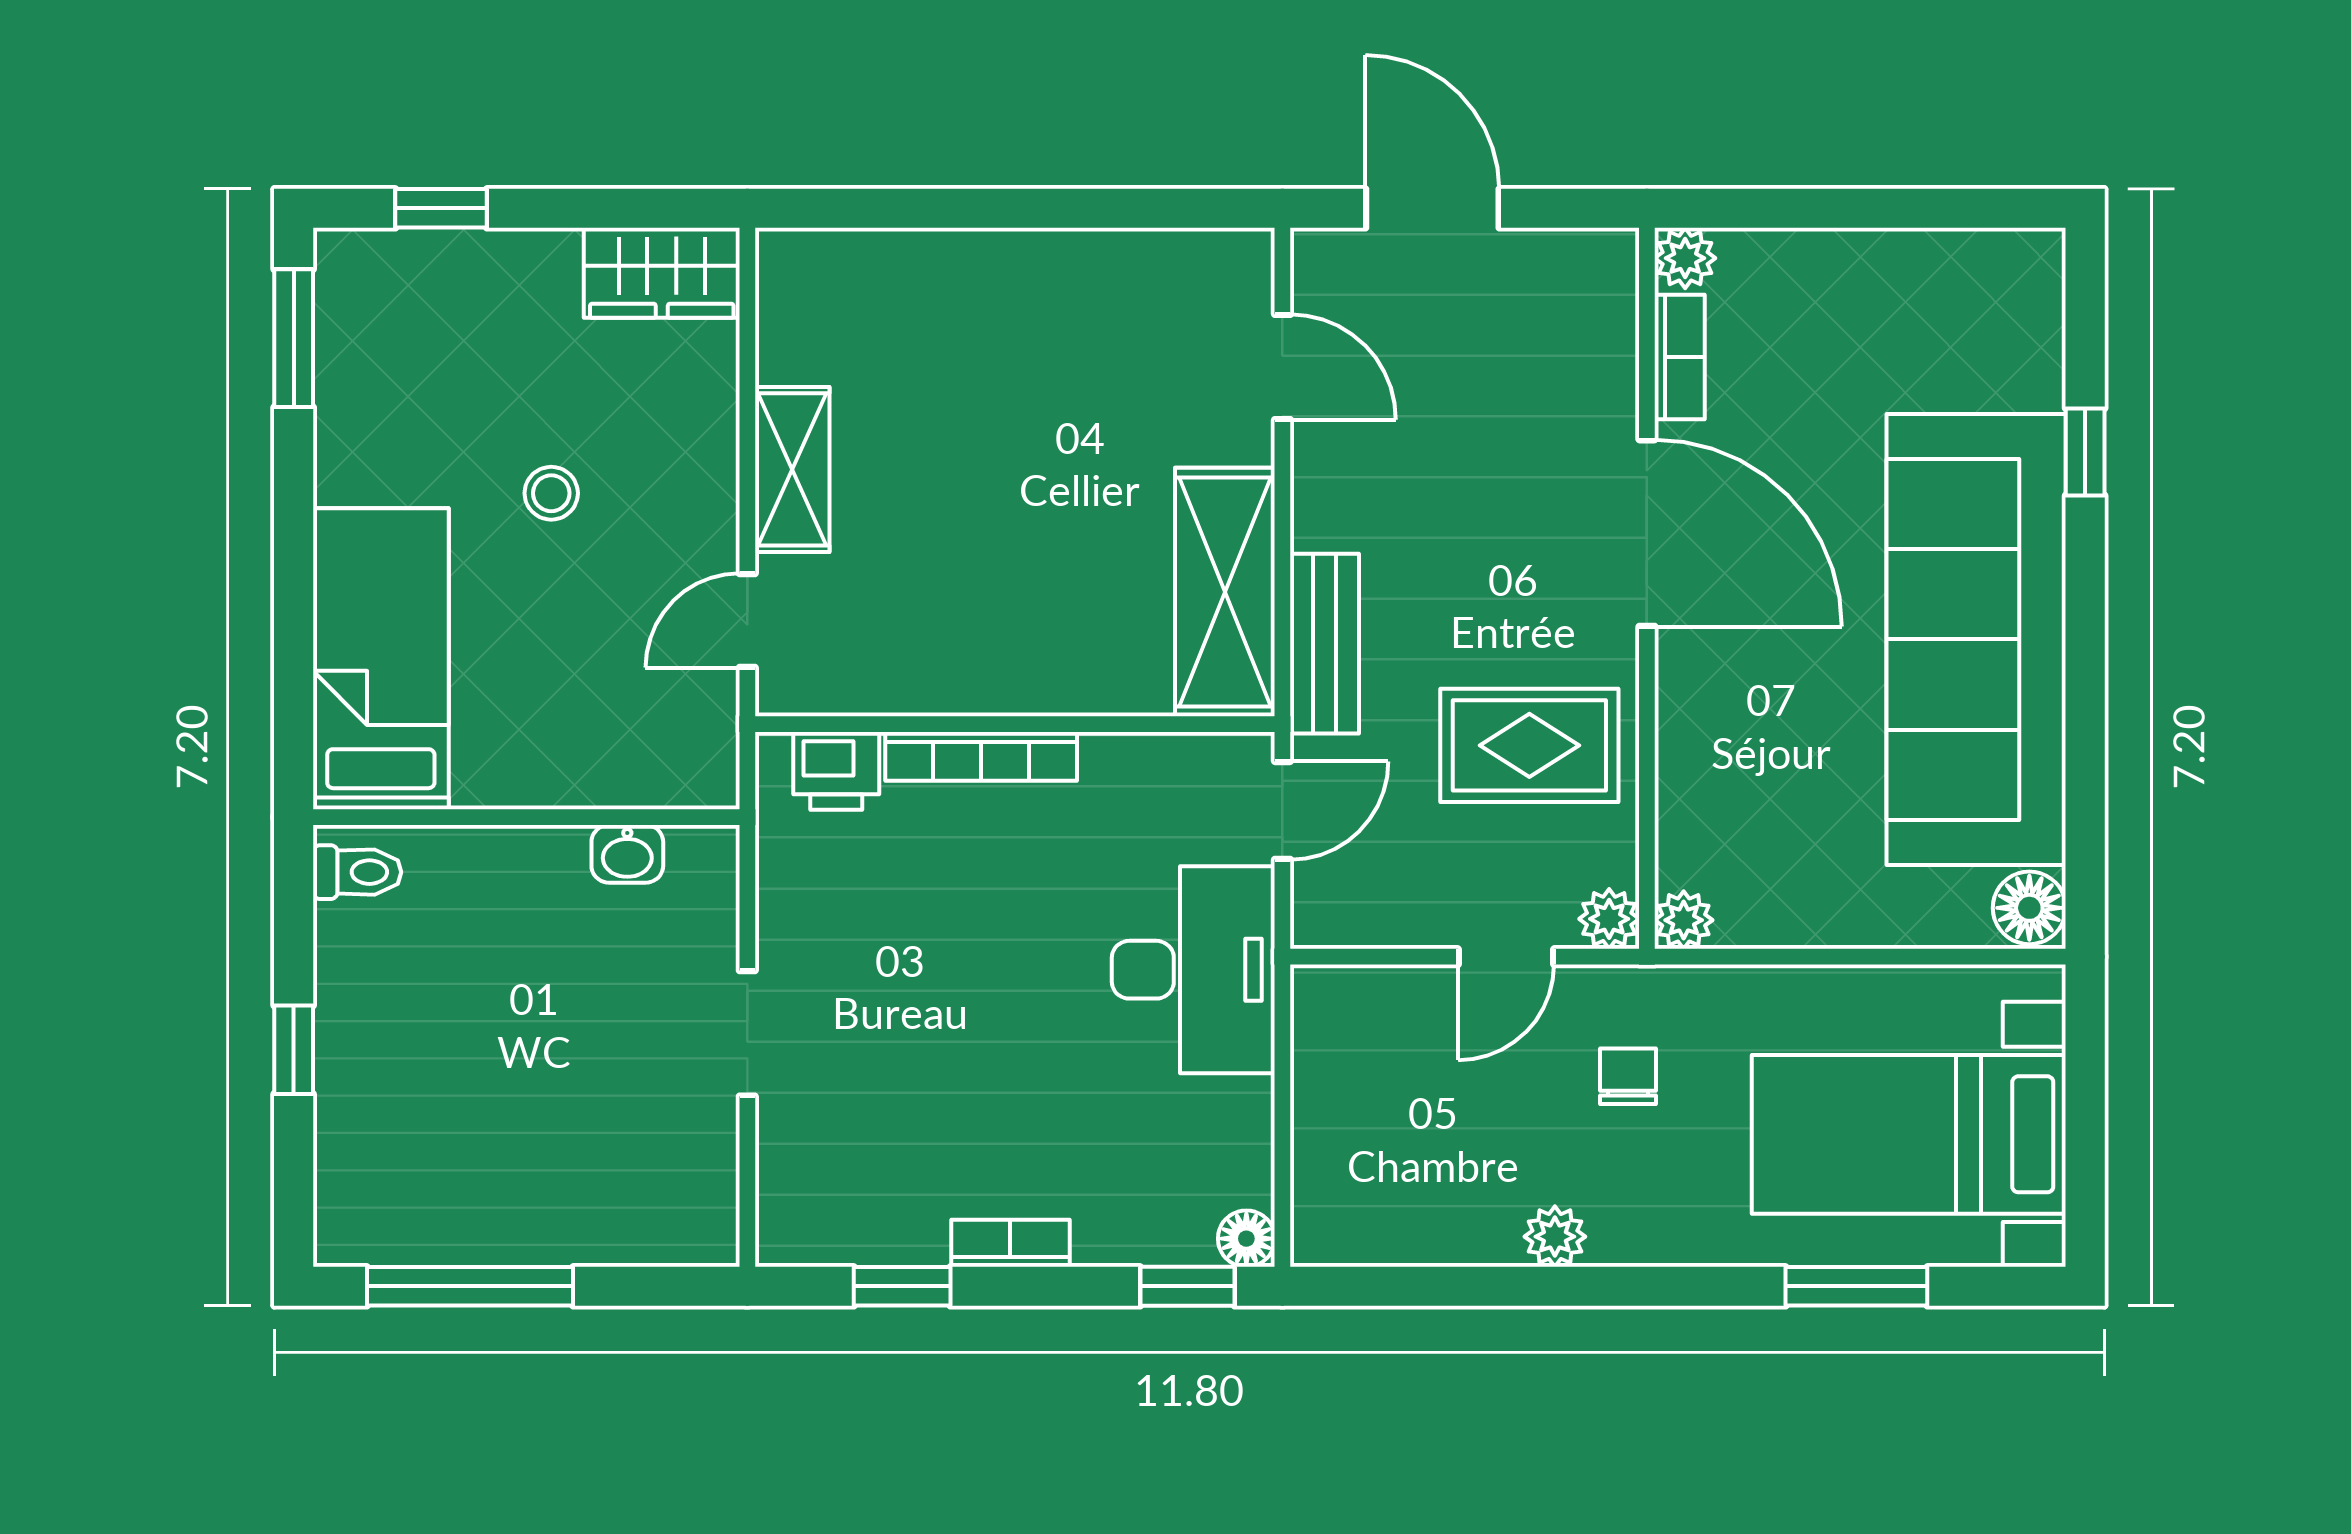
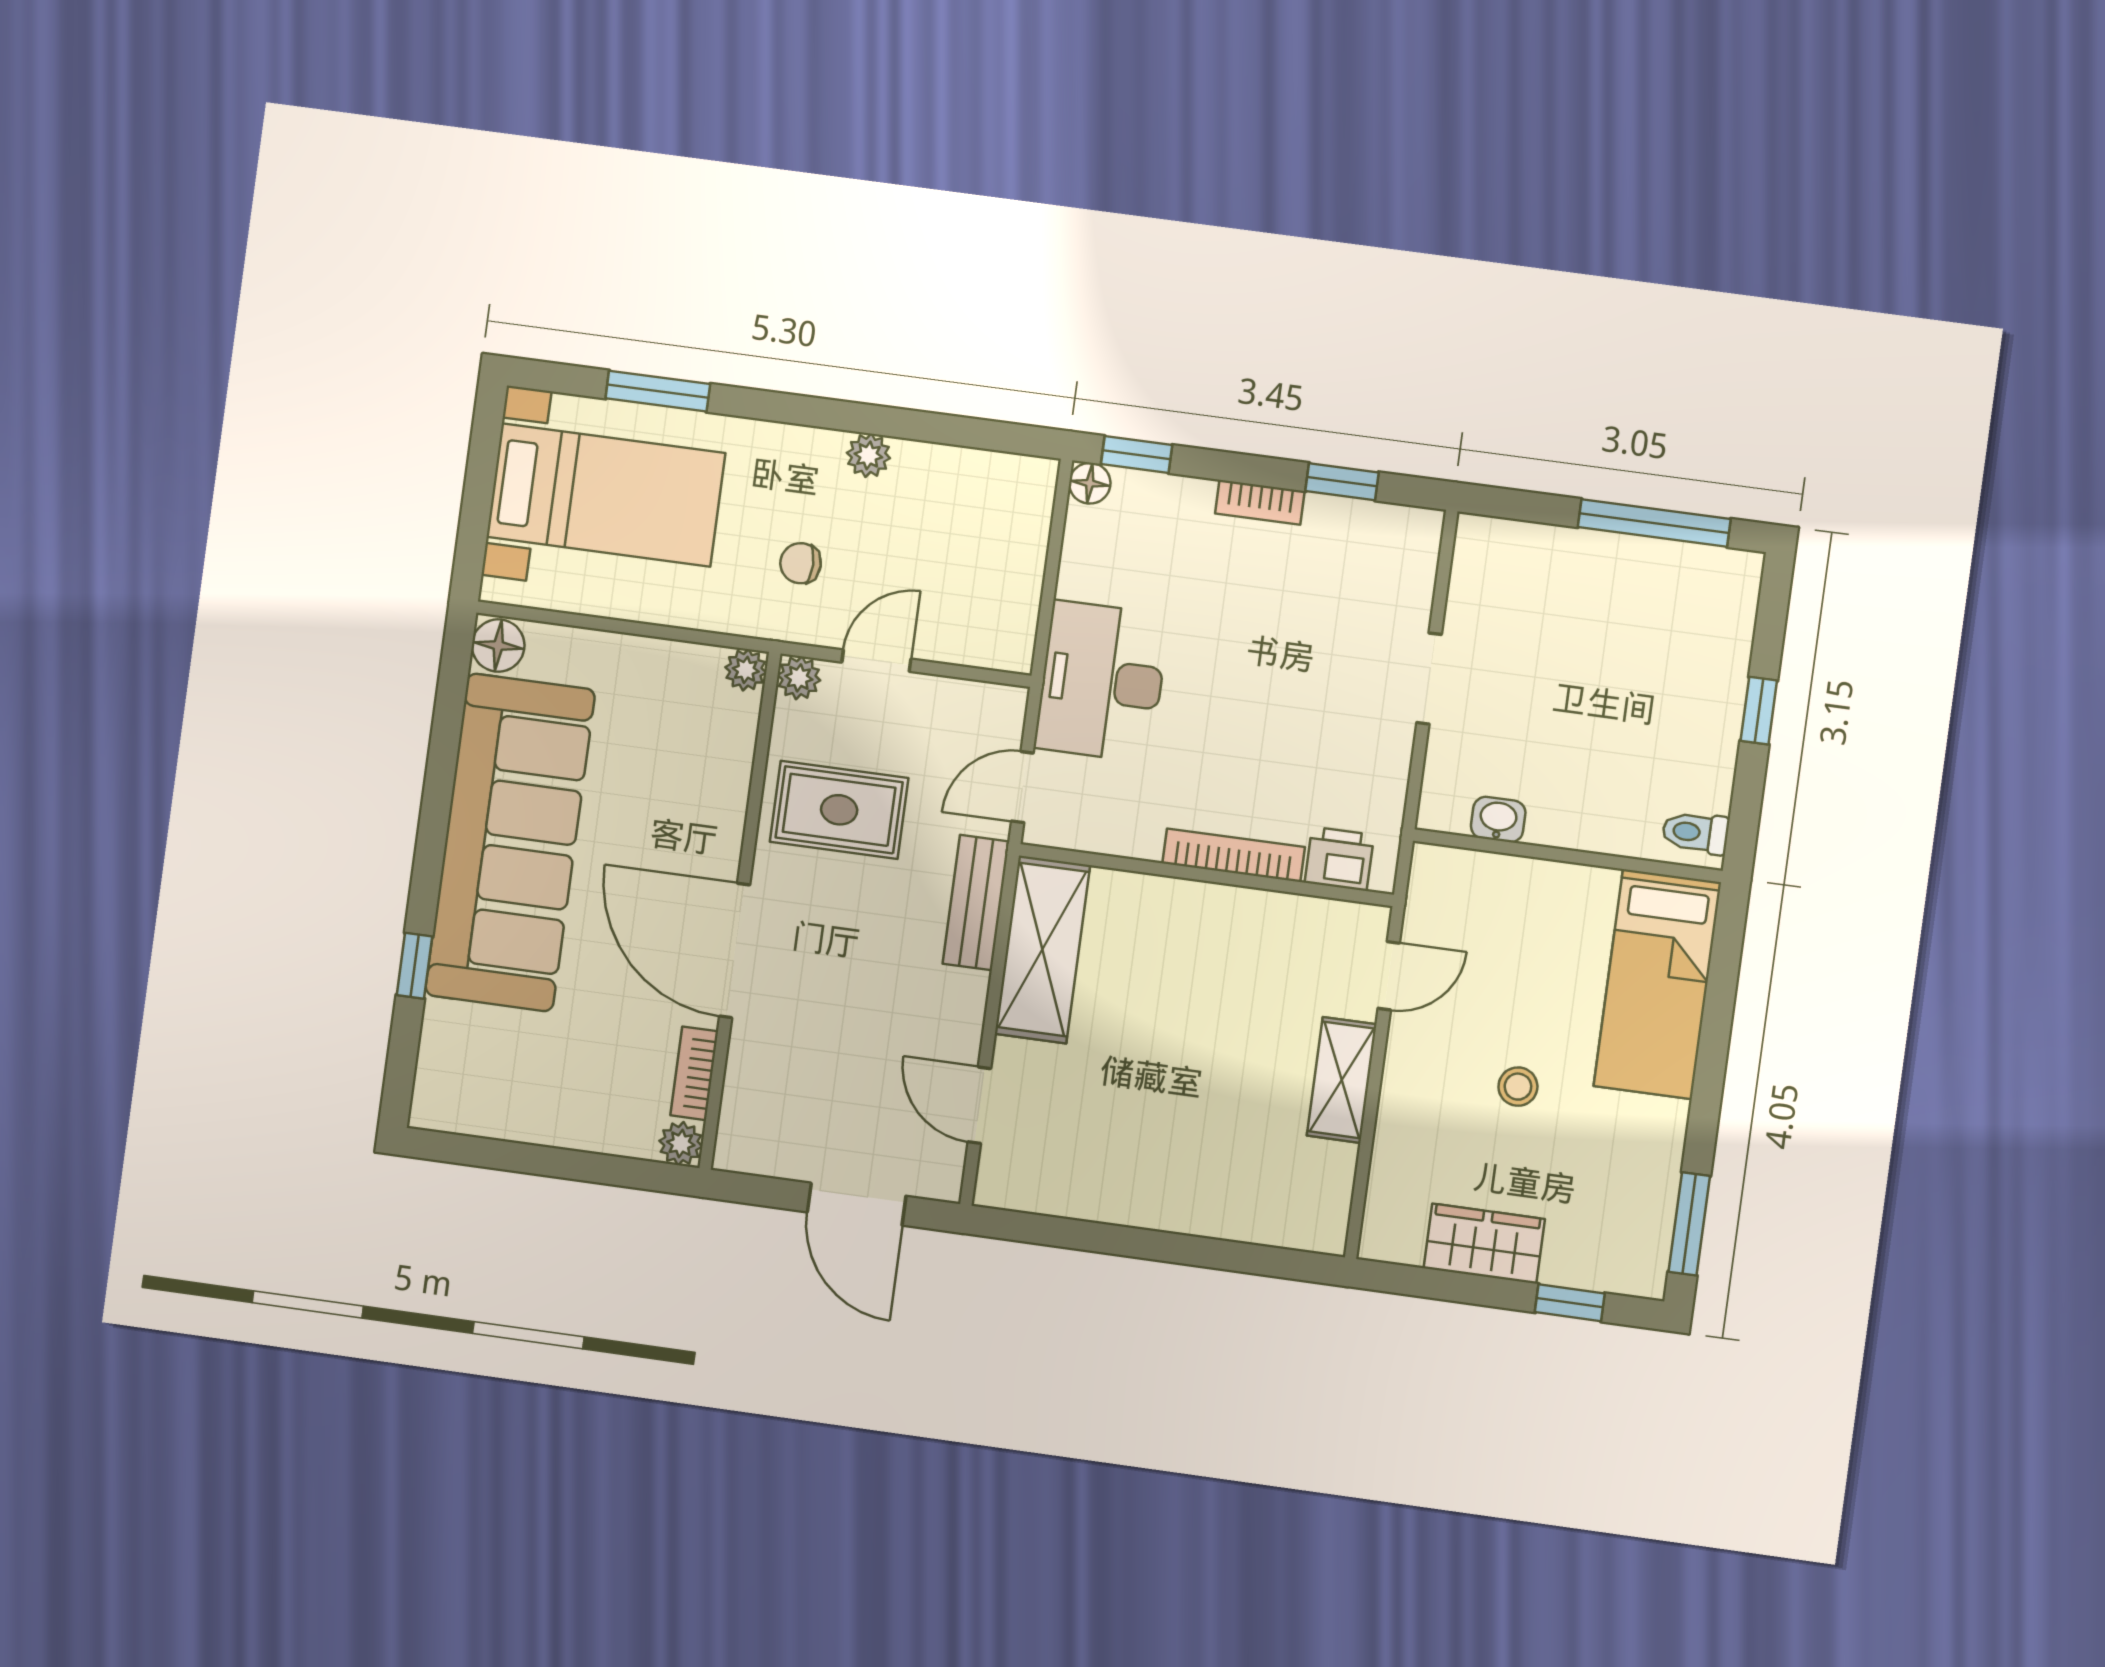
wardrobe: (662, 273) -> (1484, 1244), moved
chair: (1628, 1076) -> (801, 563), turned 90

